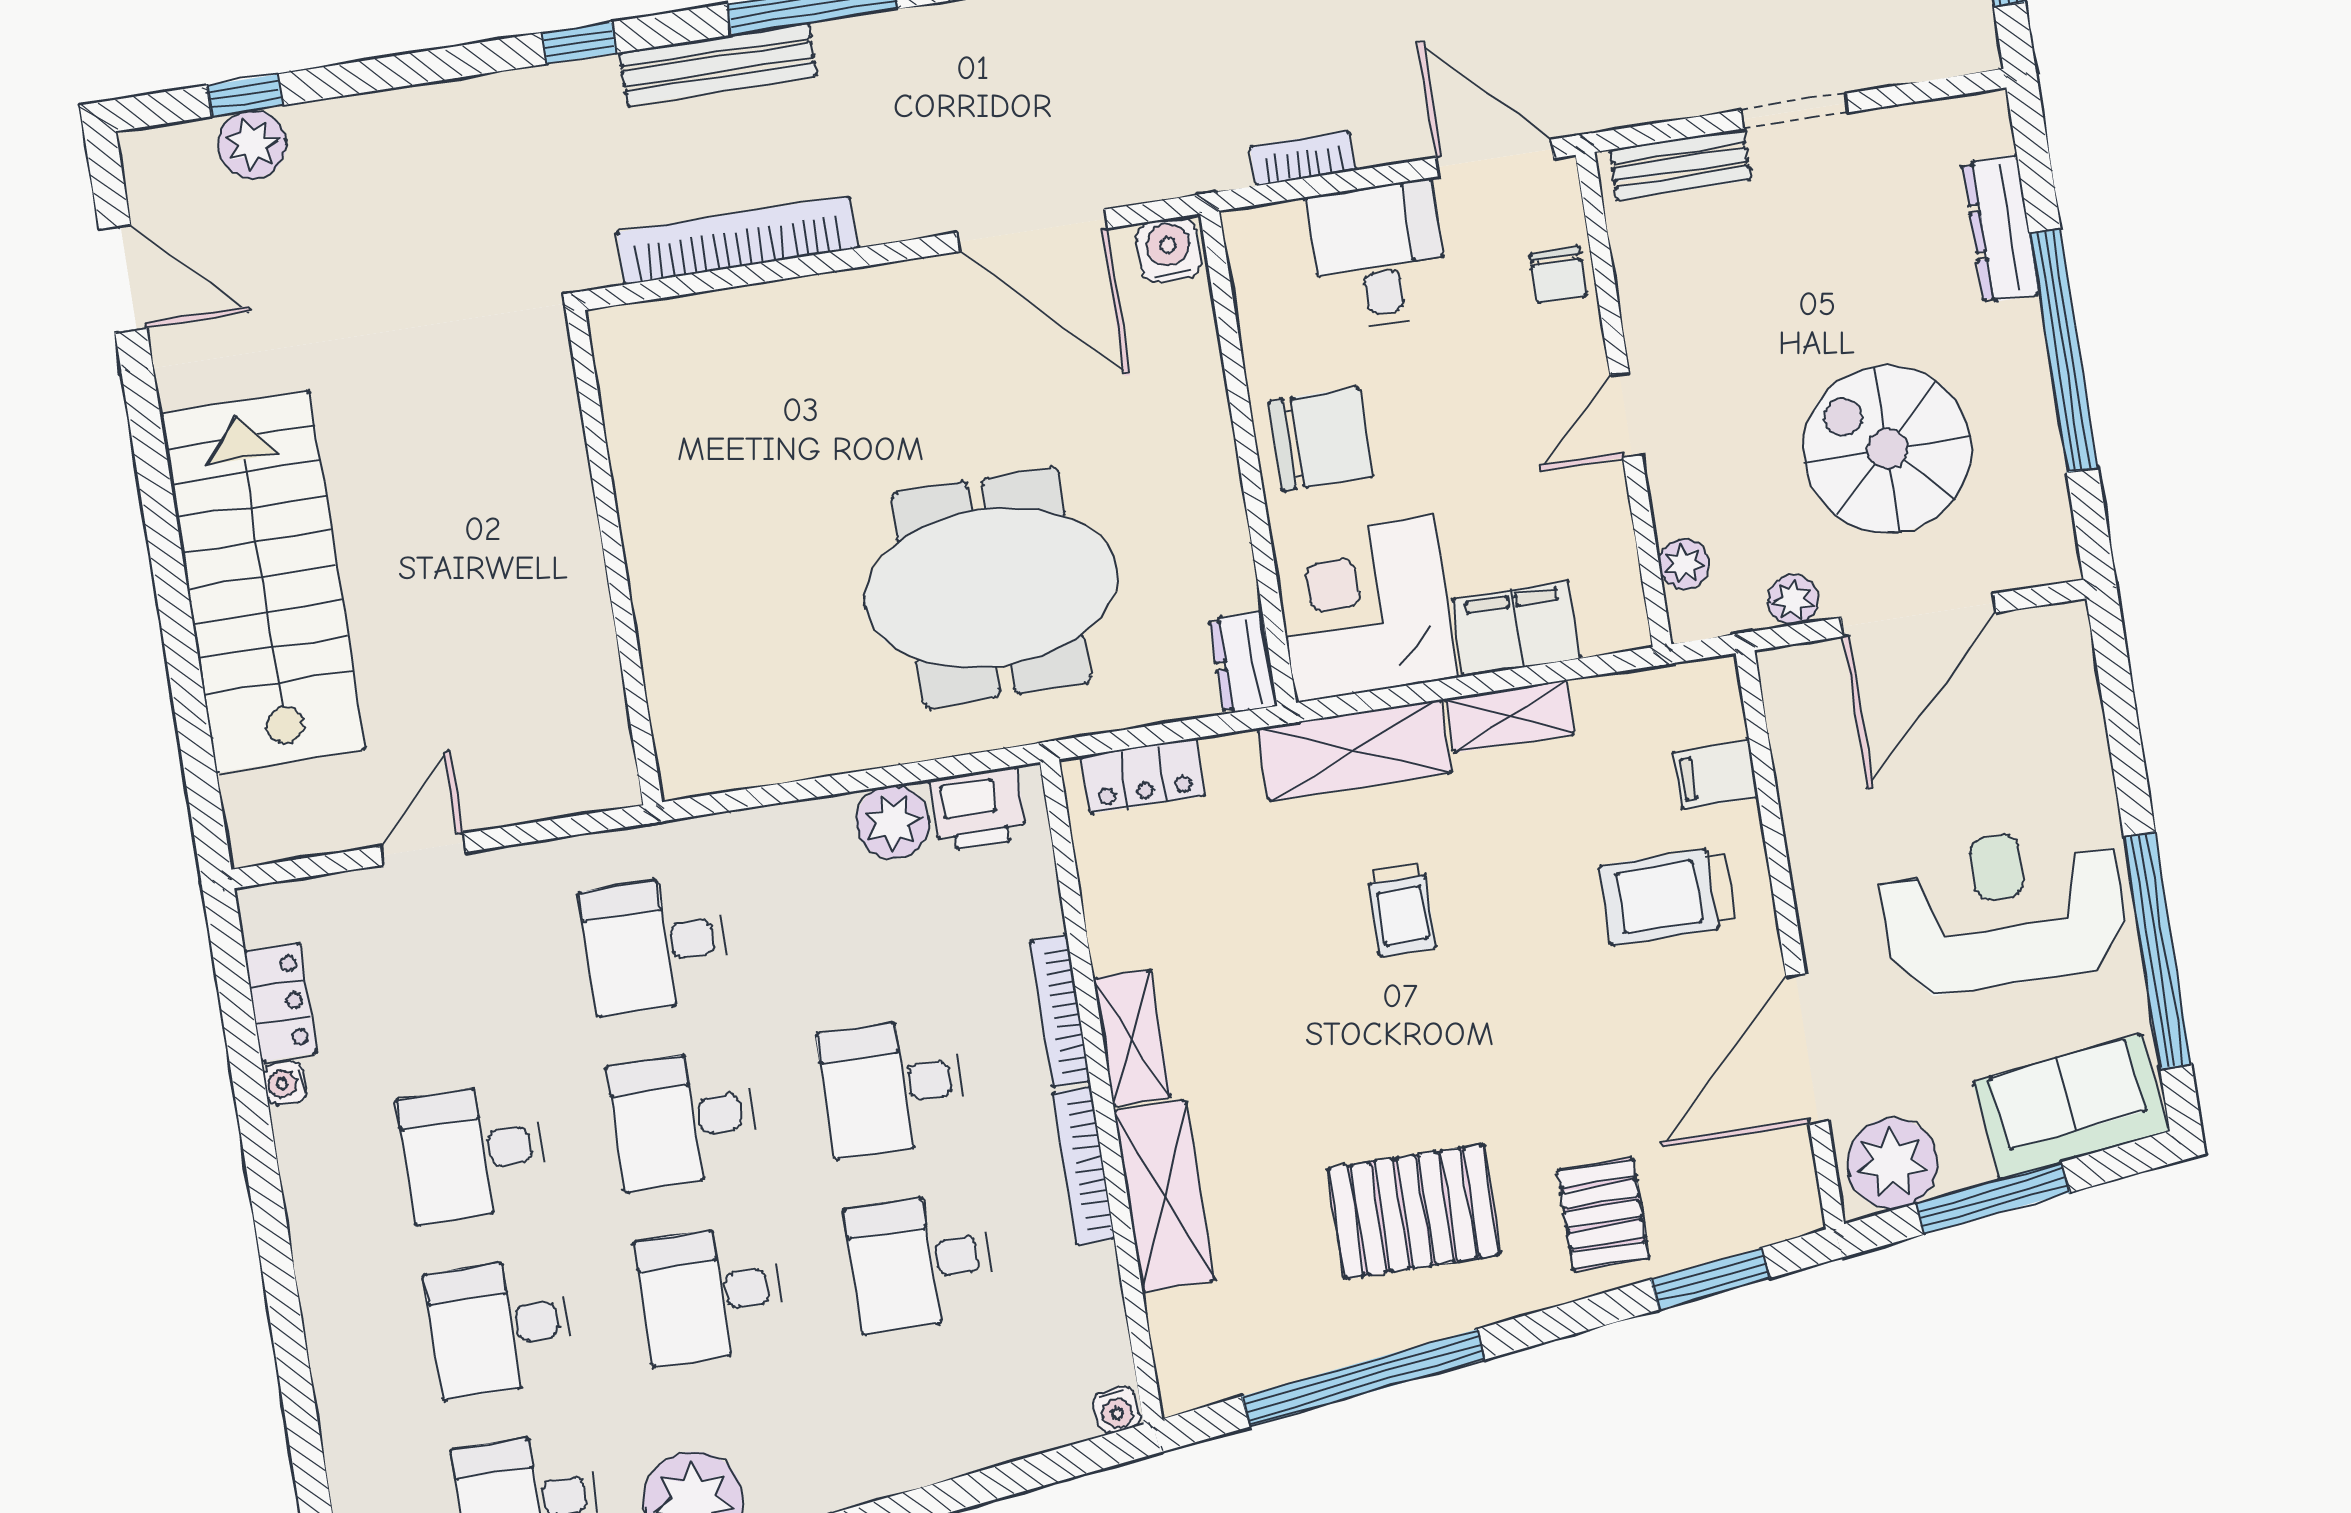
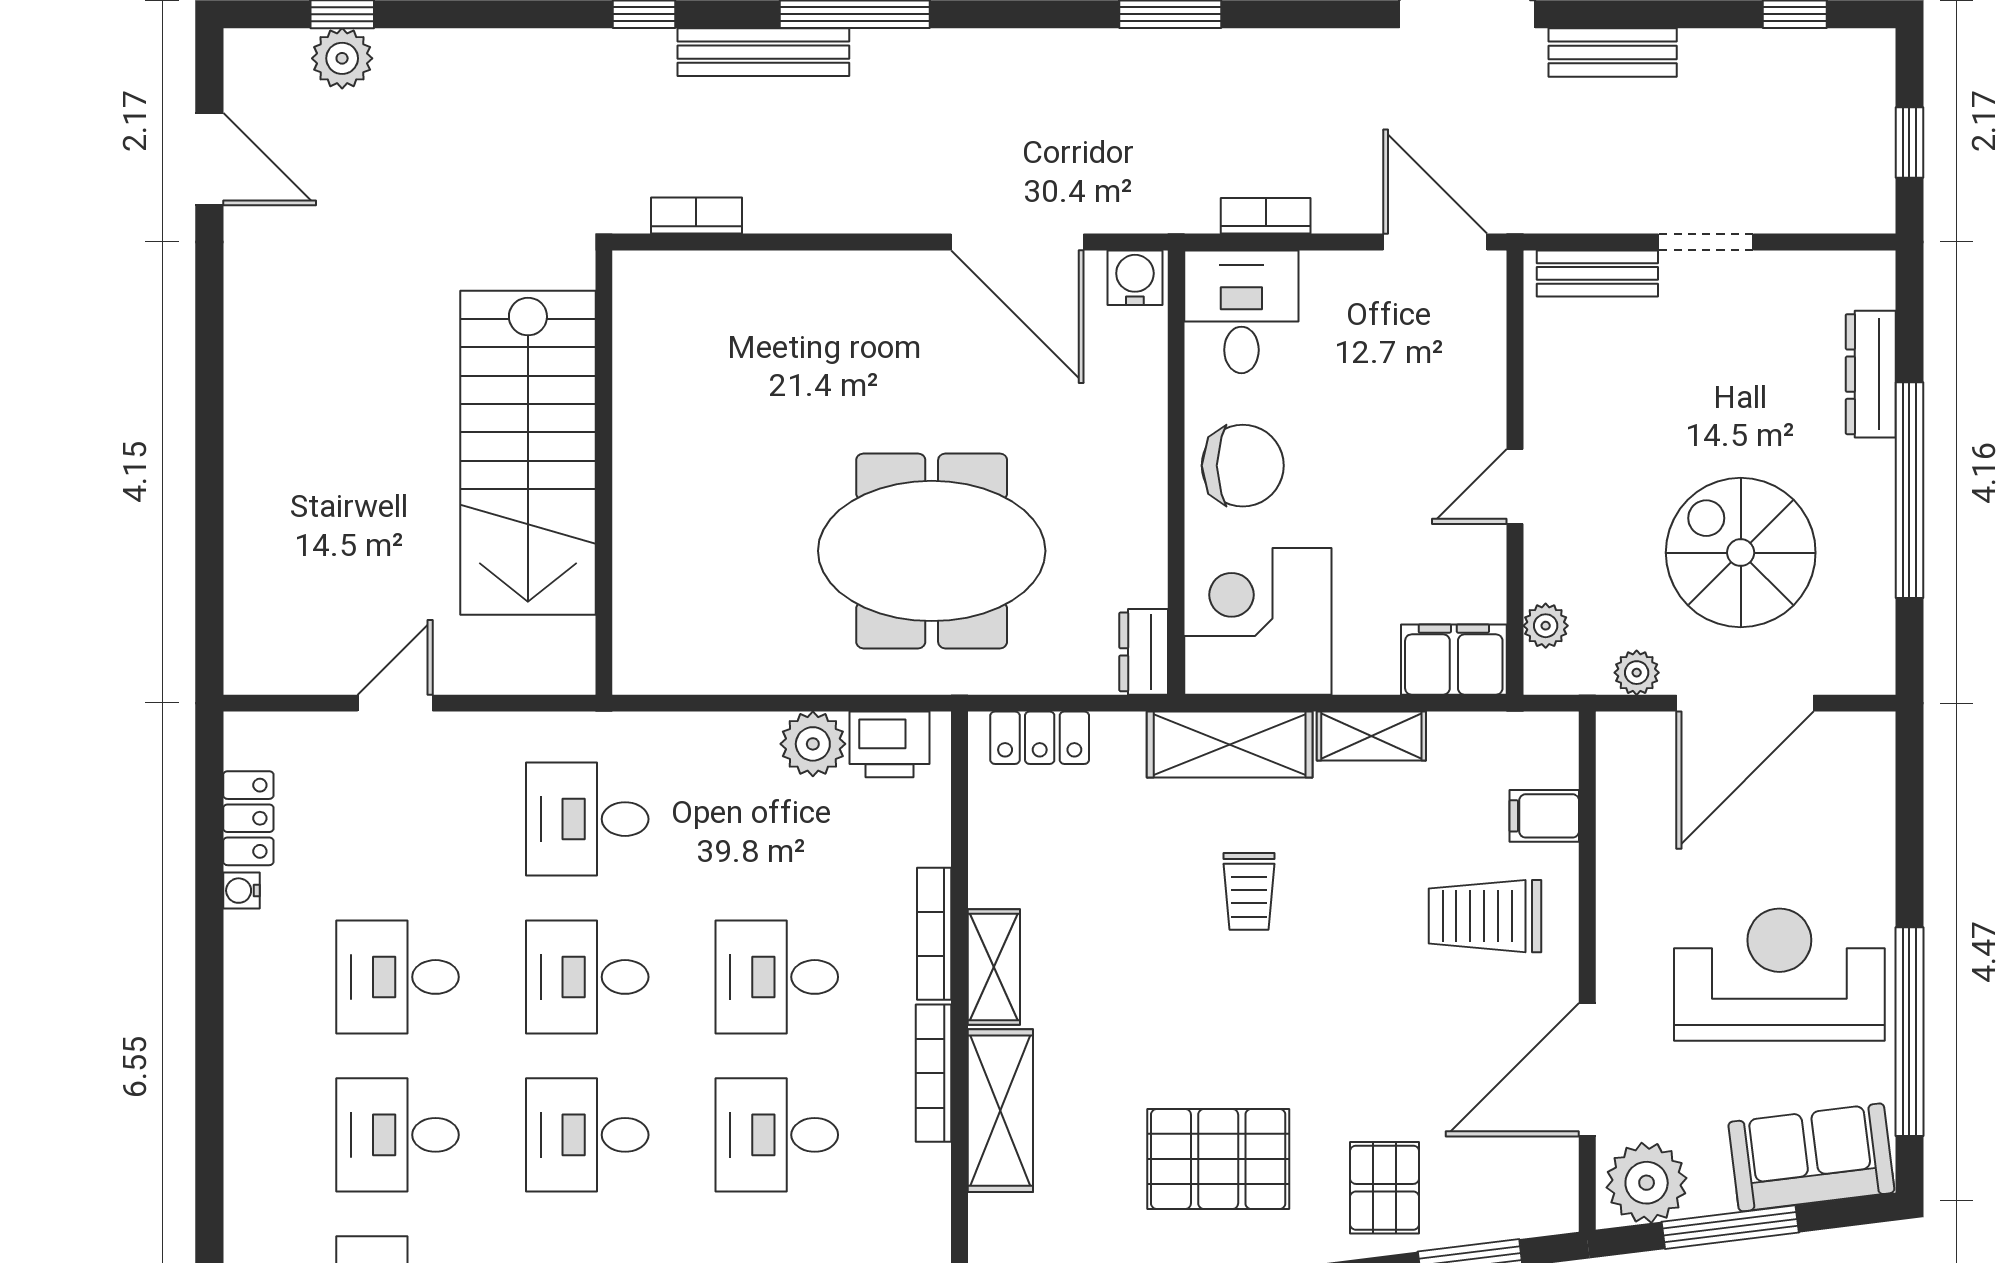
bookcase: (737, 240) -> (696, 216), width x0.43, depth x0.76
desk: (1379, 255) -> (1241, 312), moved
chair: (1558, 275) -> (1474, 354), removed
stairs: (263, 581) -> (528, 453), moved, turned 180
filing cabinet: (1516, 629) -> (1454, 660), moved

